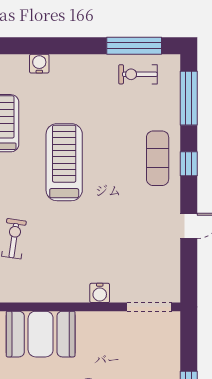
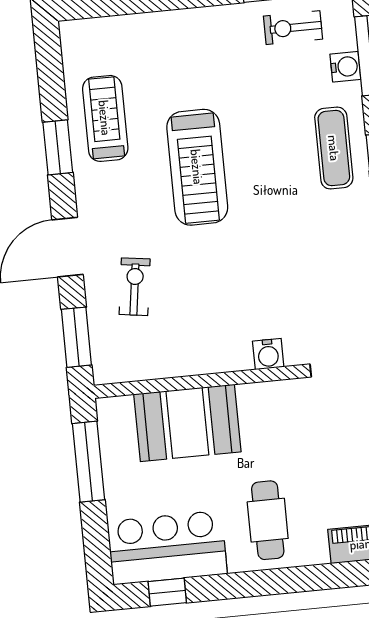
water cooler: (39, 64) -> (345, 67), moved, turned 90
treadmill: (64, 162) -> (197, 167), turned 180

